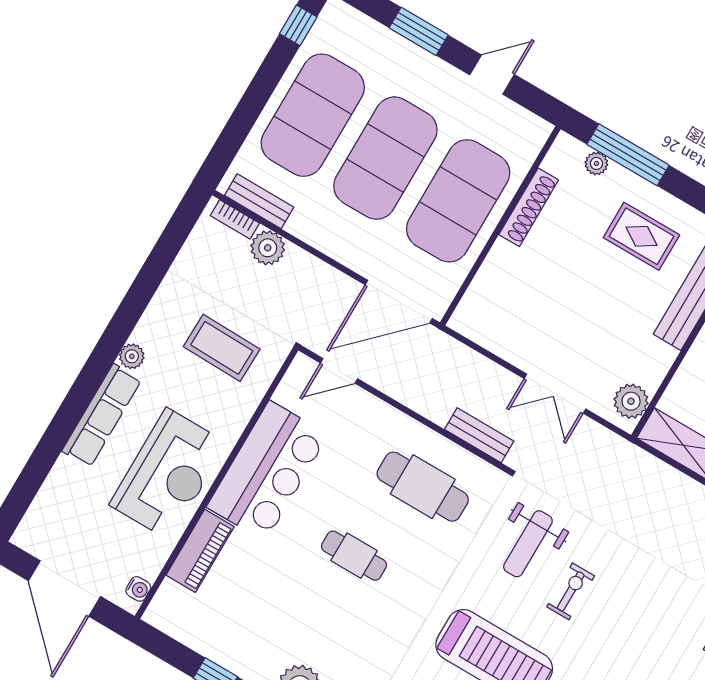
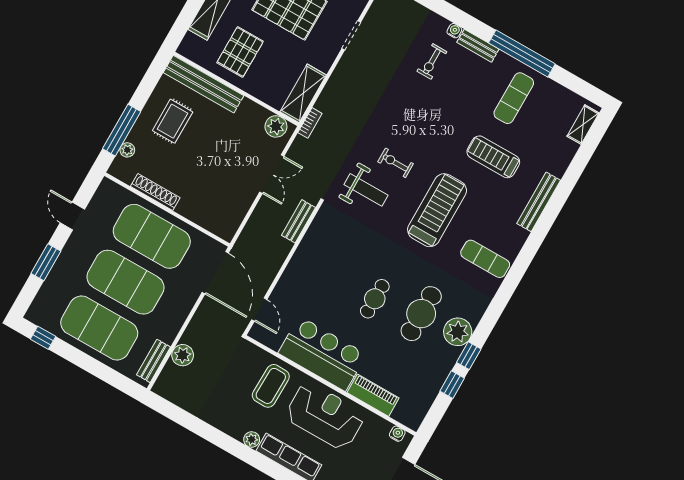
bookcase: (235, 219) -> (310, 123), moved
coffee table: (222, 348) -> (271, 386), moved
cafe table: (423, 487) -> (421, 314), moved

